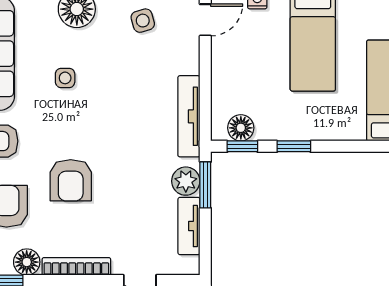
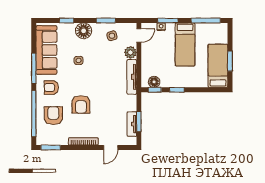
plant: (186, 181) -> (130, 52), moved
window: (205, 185) -> (139, 122), moved
floor lamp: (27, 262) -> (62, 140), removed

